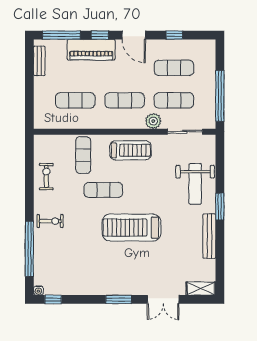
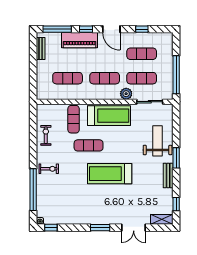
treadmill: (130, 150) -> (109, 116), width x1.37, depth x1.38
weight bench: (195, 184) -> (158, 141), turned 180
bench: (209, 236) -> (168, 176), width x0.73
window: (220, 268) -> (176, 204), added

